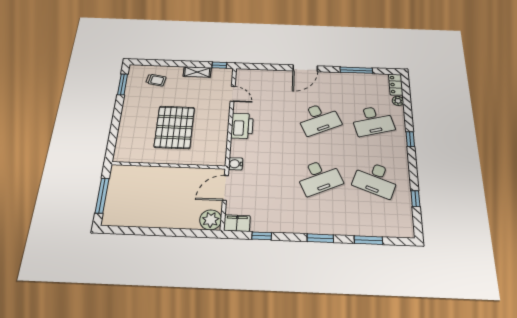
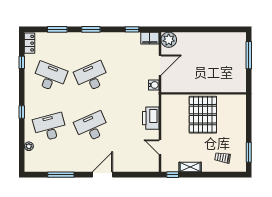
locker: (396, 85) -> (30, 43), moved
wall: (169, 165) -> (204, 93), moved

